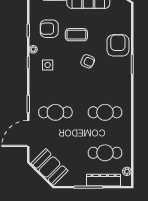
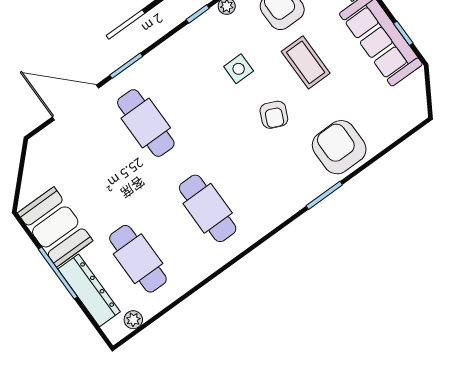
armchair: (118, 45) -> (339, 147), turned -90
side table: (48, 65) -> (239, 69), moved
booth: (50, 167) -> (55, 227), moved, turned -45

